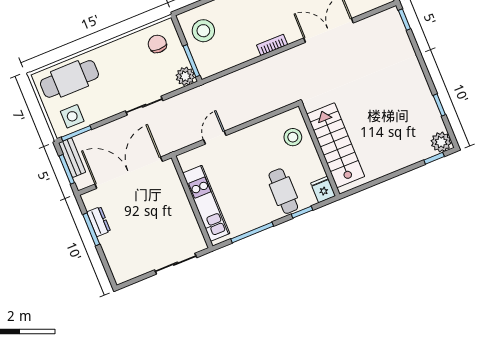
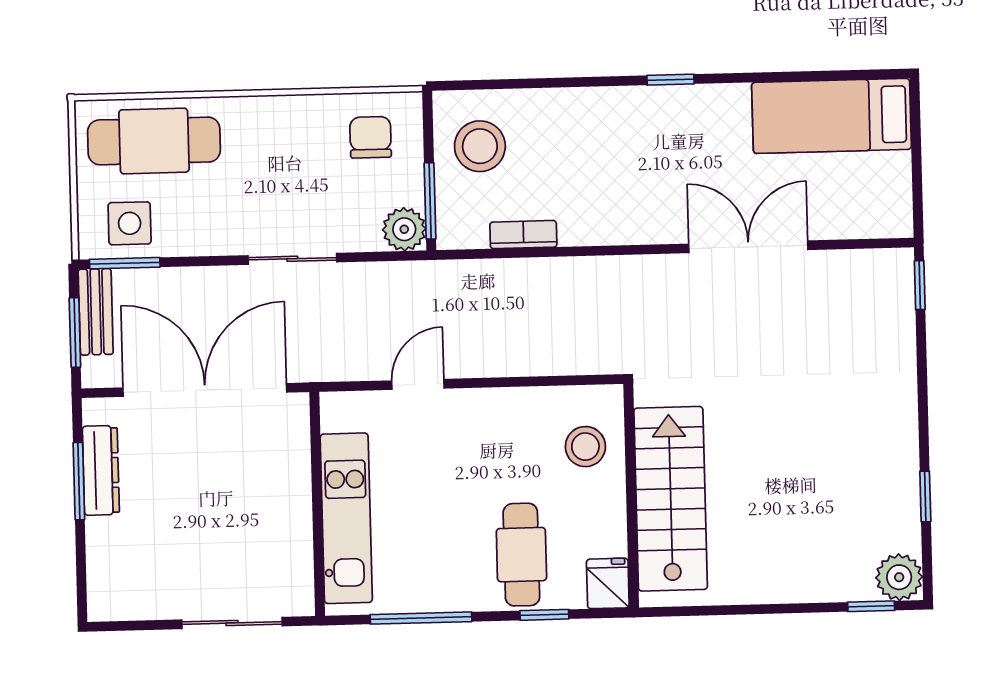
bookcase: (272, 45) -> (523, 235), moved
dresser: (99, 222) -> (101, 470), width x1.44

